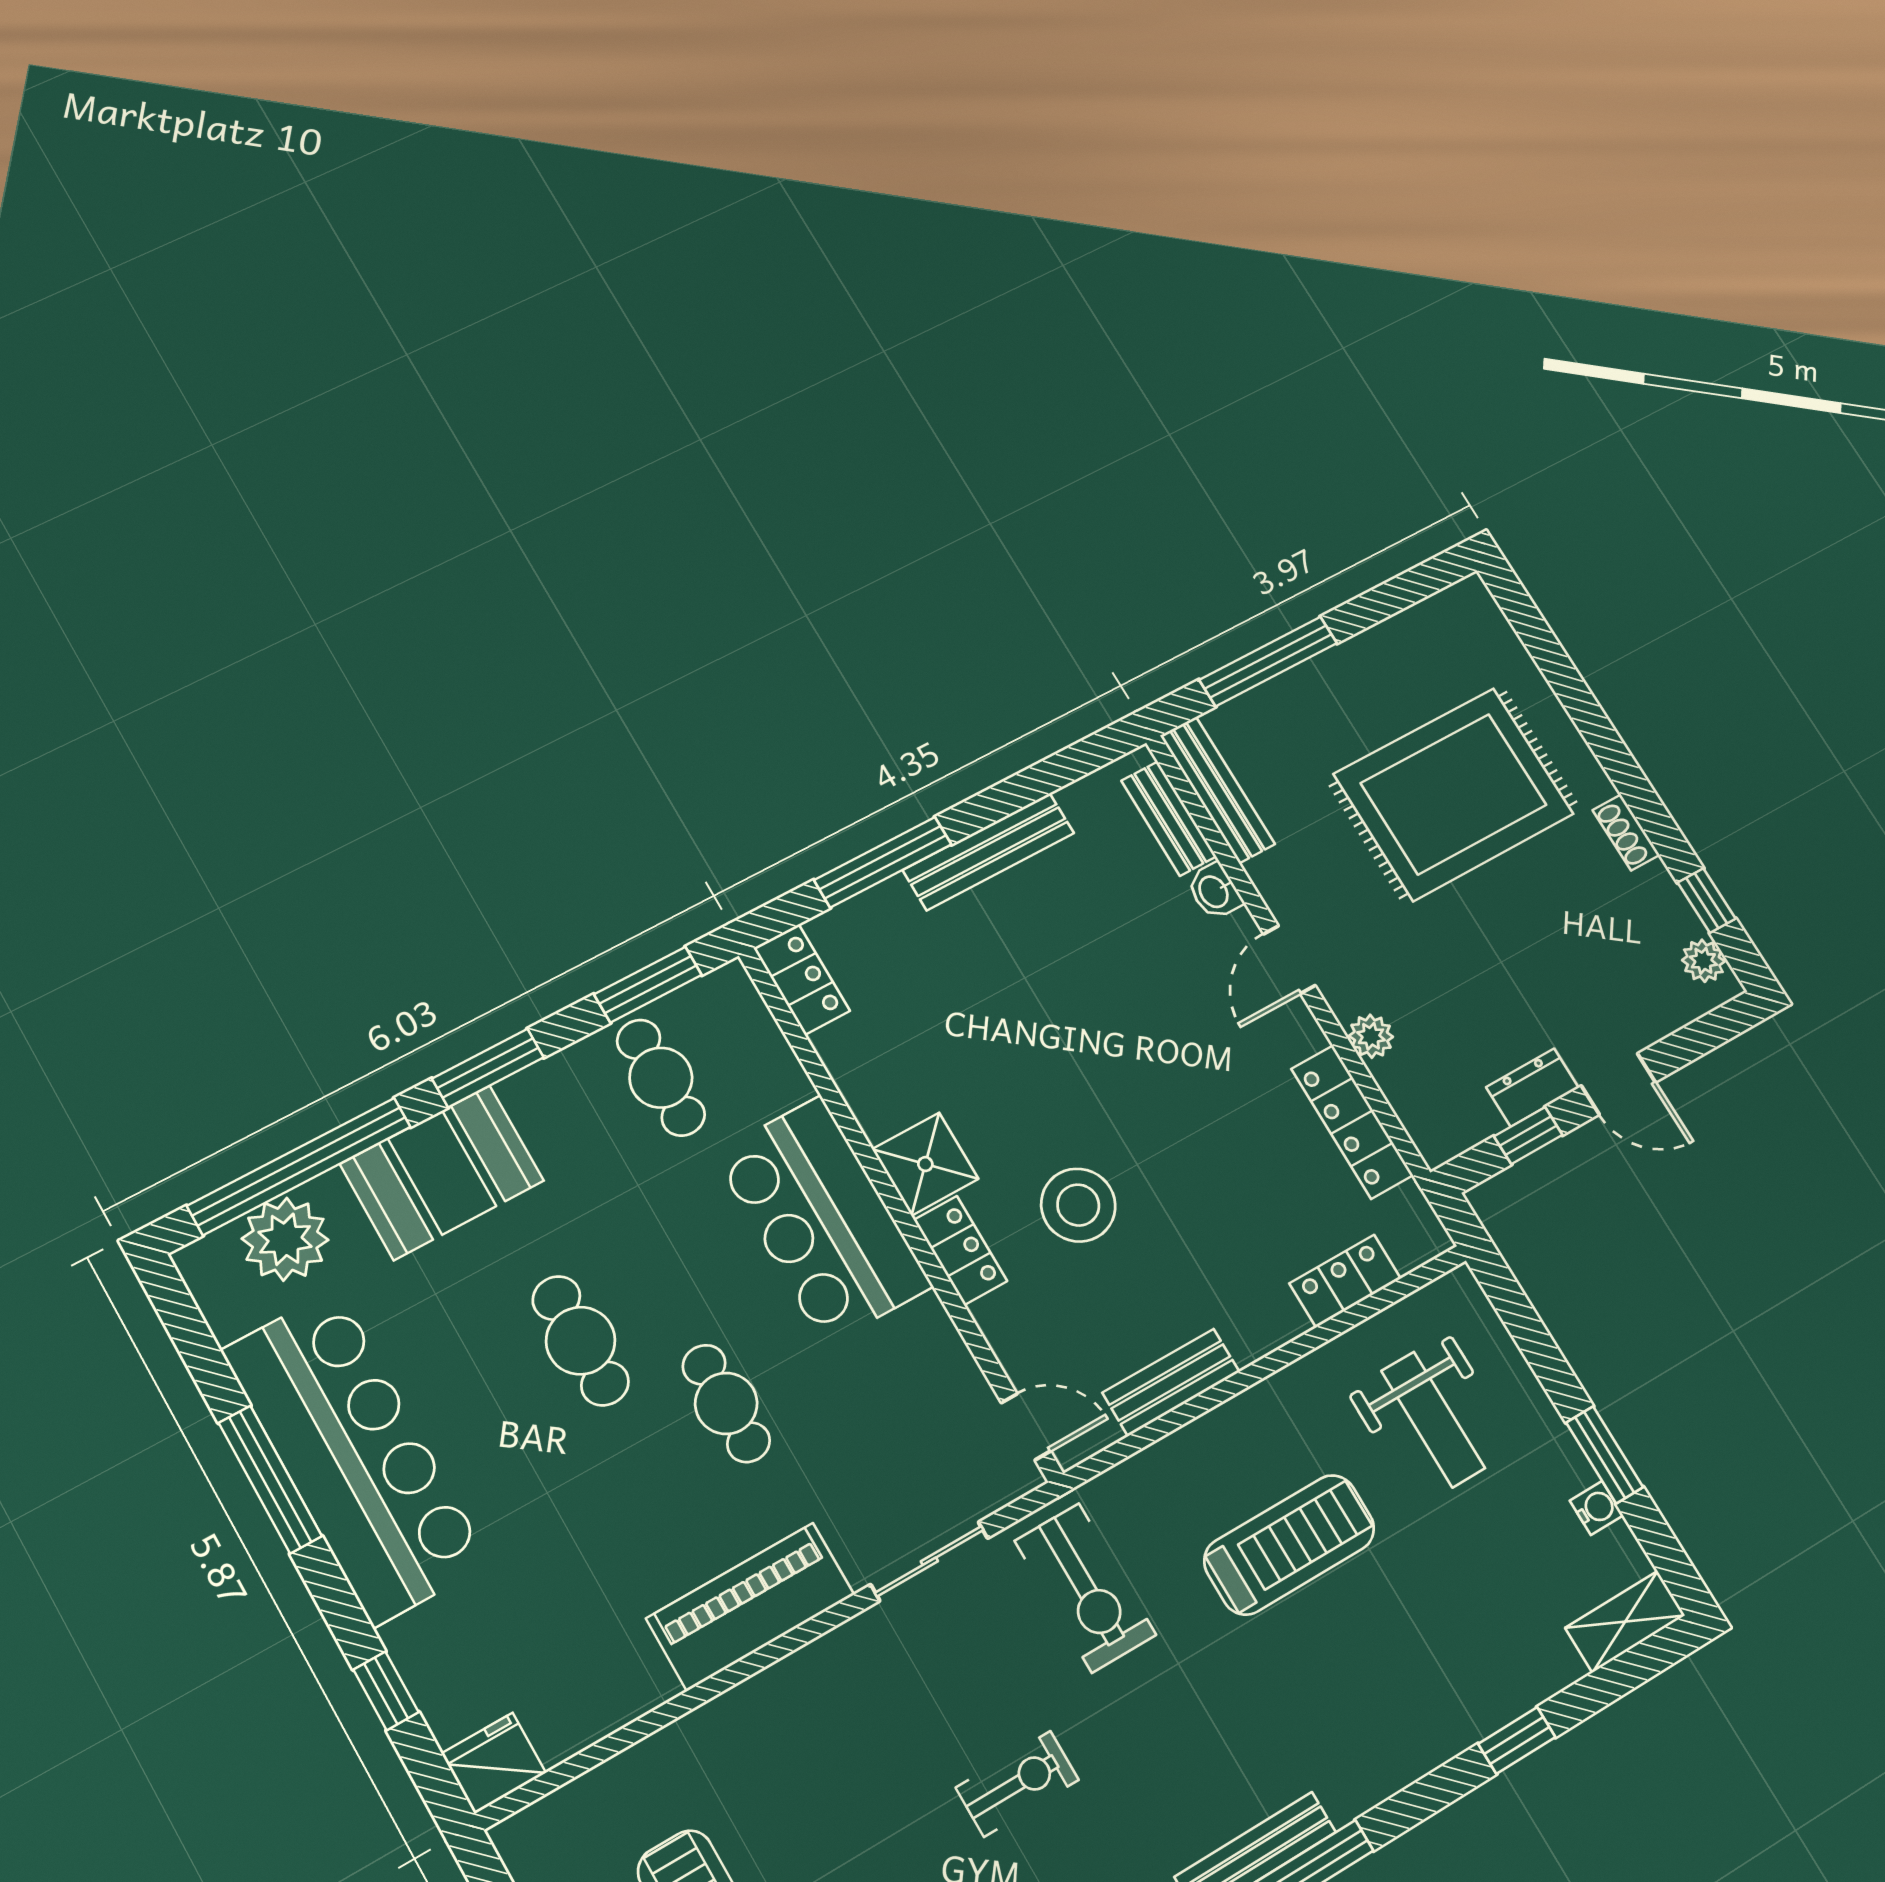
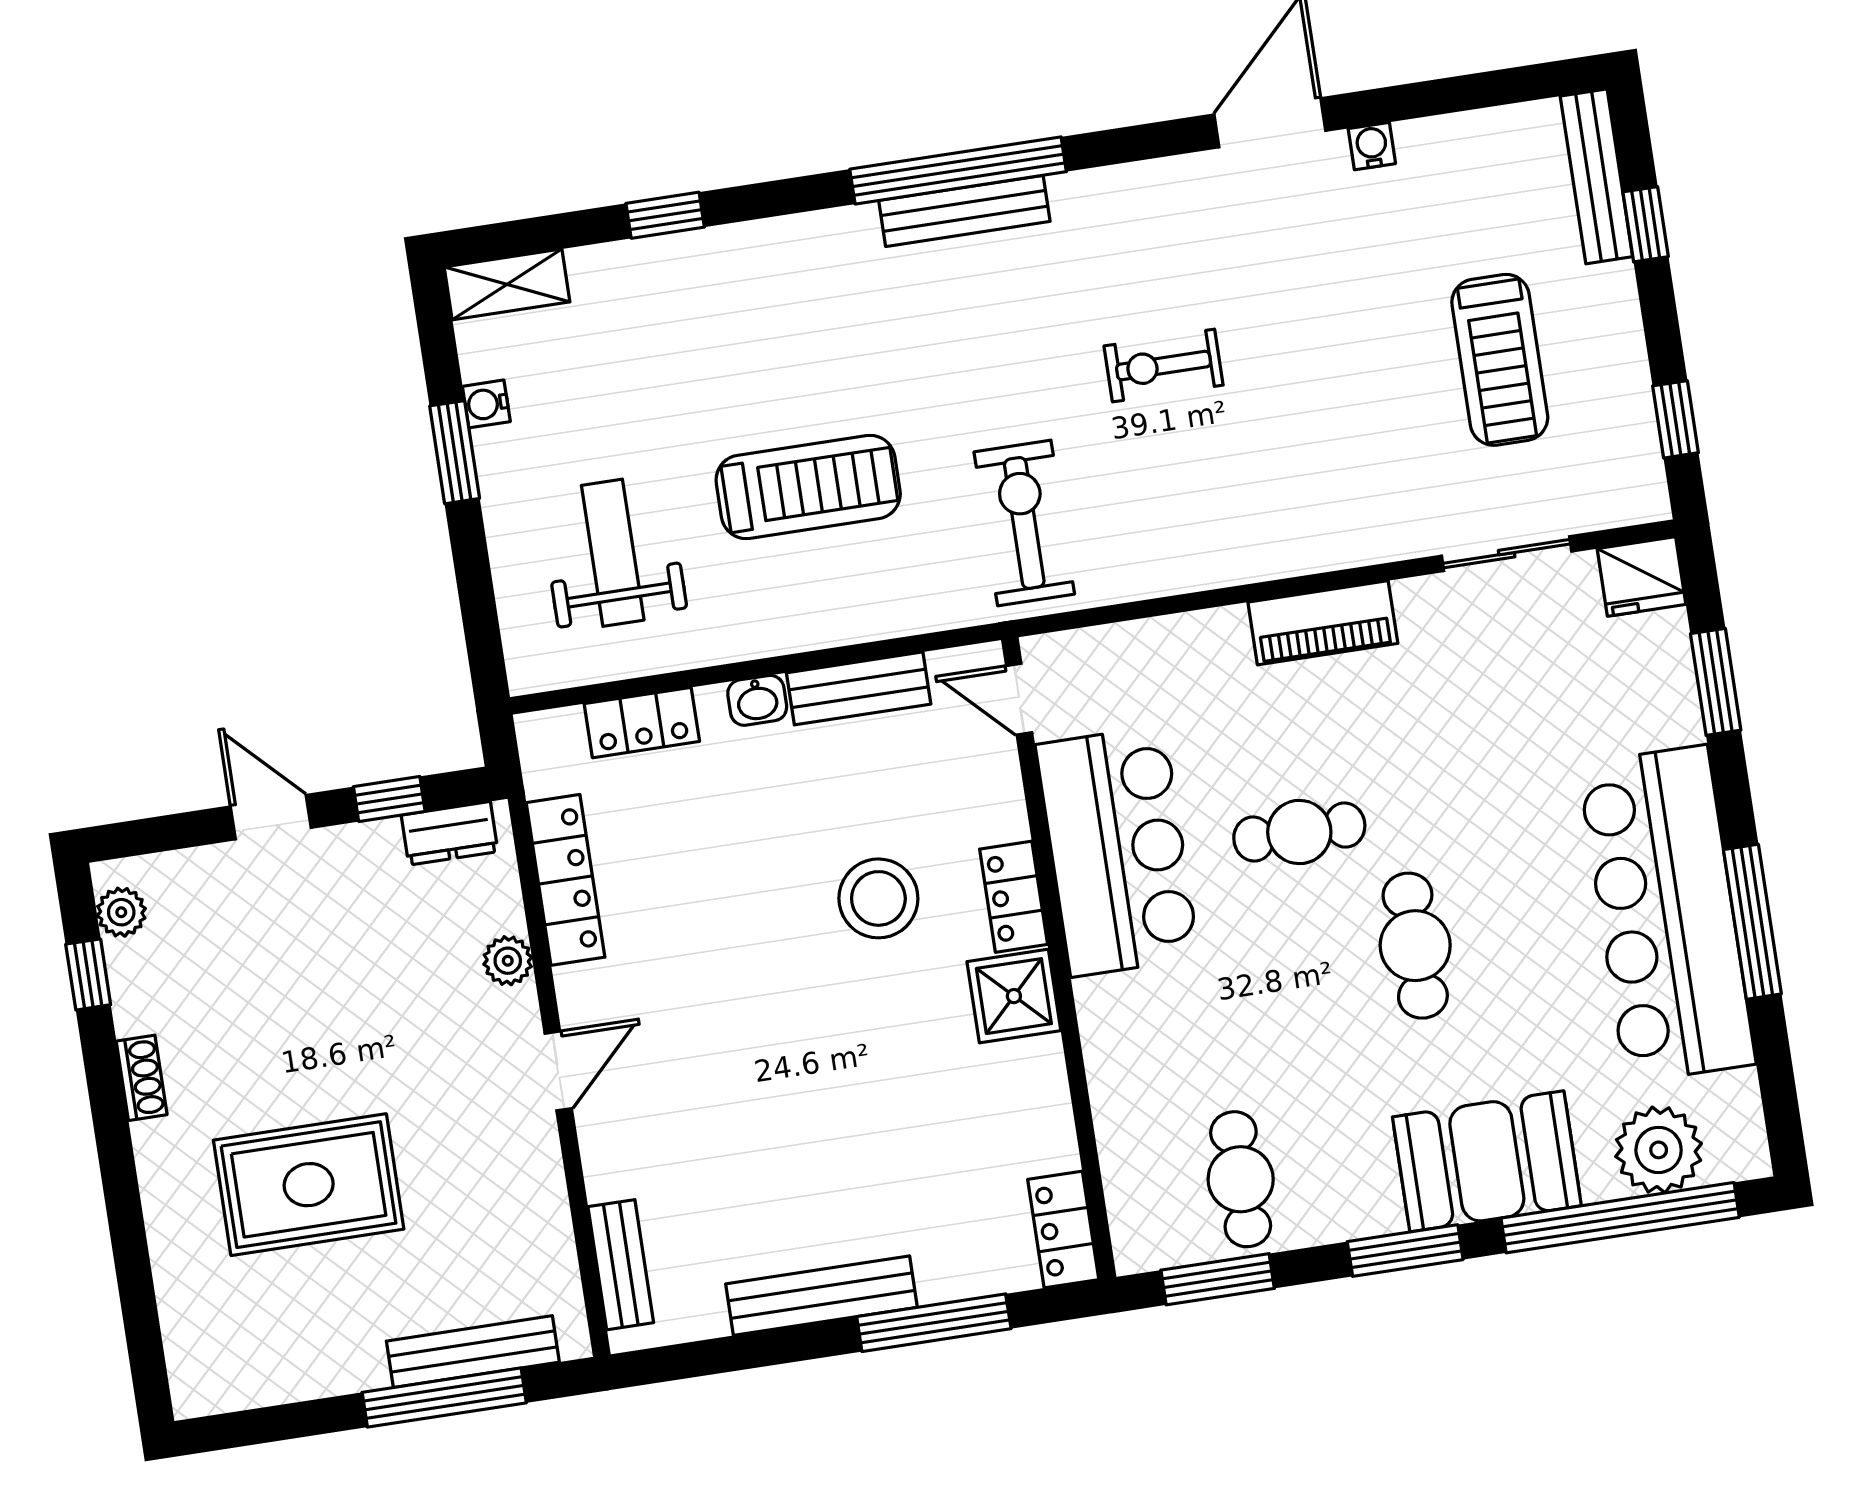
bench: (1217, 790) -> (473, 1352), moved, turned 90
rug: (1454, 794) -> (309, 1185), width x0.73, depth x0.69
washbasin: (1214, 891) -> (757, 700), moved, turned 90
dresser: (1532, 1087) -> (450, 833), moved
bar counter: (823, 1220) -> (1118, 851), moved
cafe table: (726, 1403) -> (1299, 832), turned 90
treadmill: (1289, 1545) -> (808, 487), turned 180
sliding door: (929, 1561) -> (1507, 554), moved
piano: (750, 1606) -> (1323, 623), width x0.73, depth x0.75
window: (386, 1691) -> (1716, 682), width x1.50

